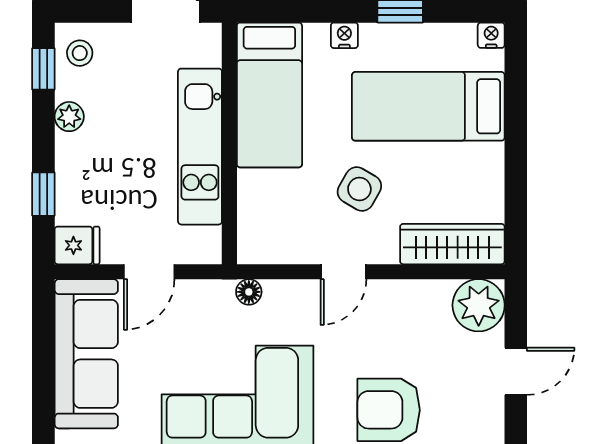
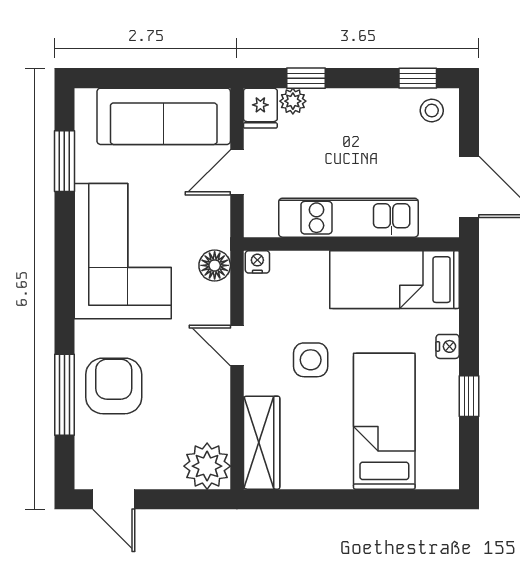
nightstand: (491, 35) -> (257, 262), moved, turned -90
plant: (69, 117) -> (293, 101), moved
side table: (359, 189) -> (311, 360), turned -30
door: (149, 272) -> (237, 172), hinge flipped
floor lamp: (249, 292) -> (215, 265), width x1.37, depth x1.37
door: (516, 371) -> (114, 499), moved

